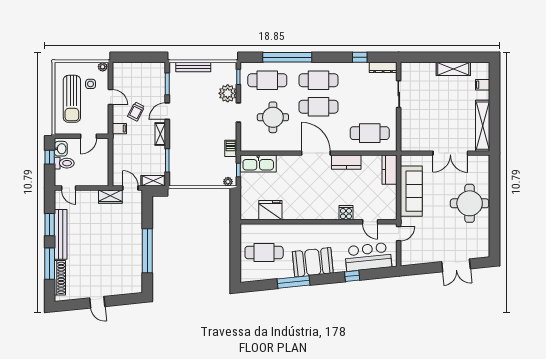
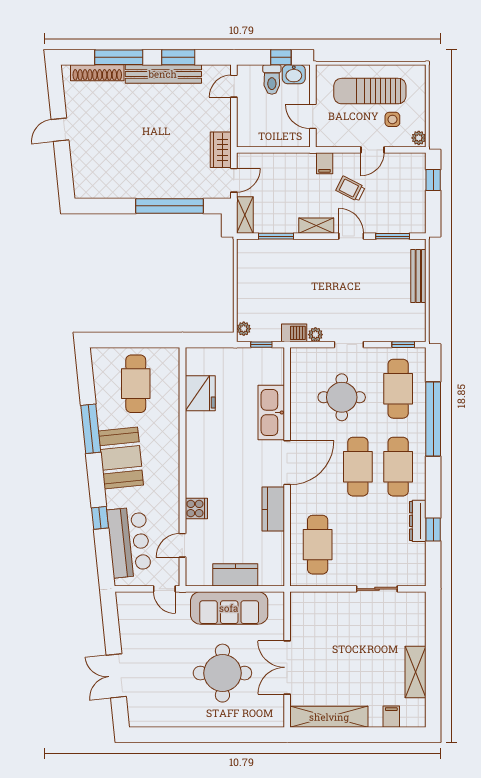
window: (130, 57) -> (433, 180), added
dresser: (383, 67) -> (418, 521), moved
plant: (228, 93) -> (315, 335), moved, width x0.53, depth x0.53
kitchen sink: (258, 164) -> (271, 412), moved
kitchen counter: (389, 170) -> (235, 575), moved
round table: (470, 203) -> (222, 673), moved
window: (147, 251) -> (170, 206), moved

